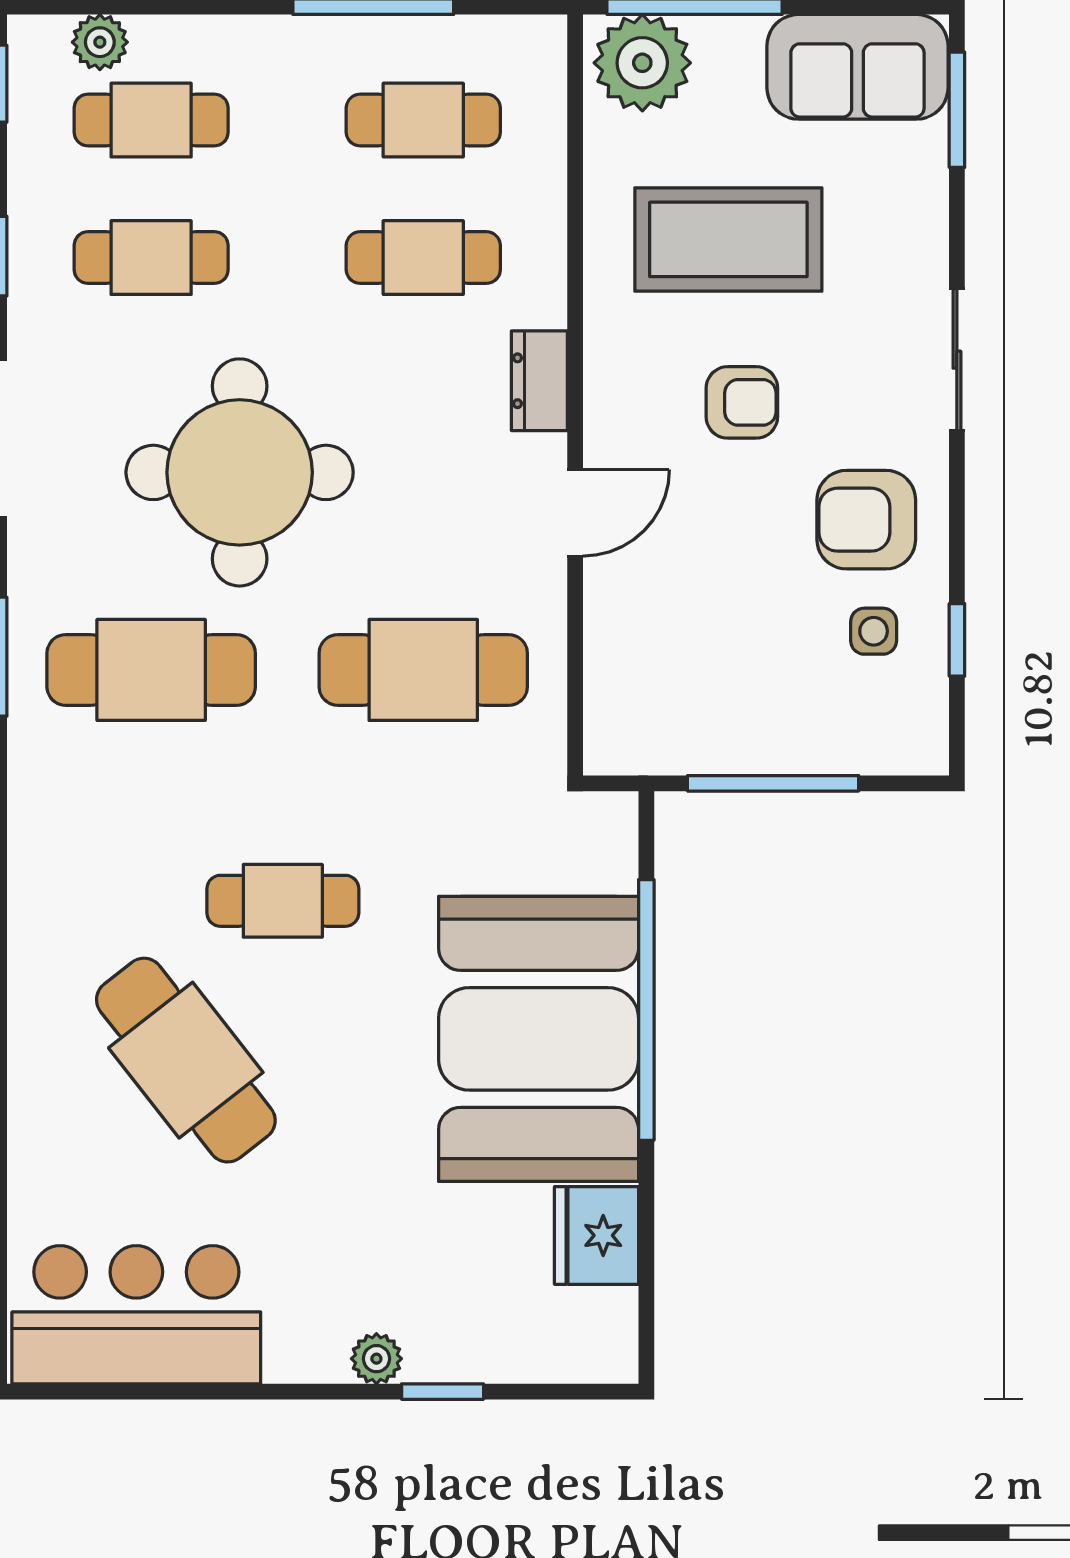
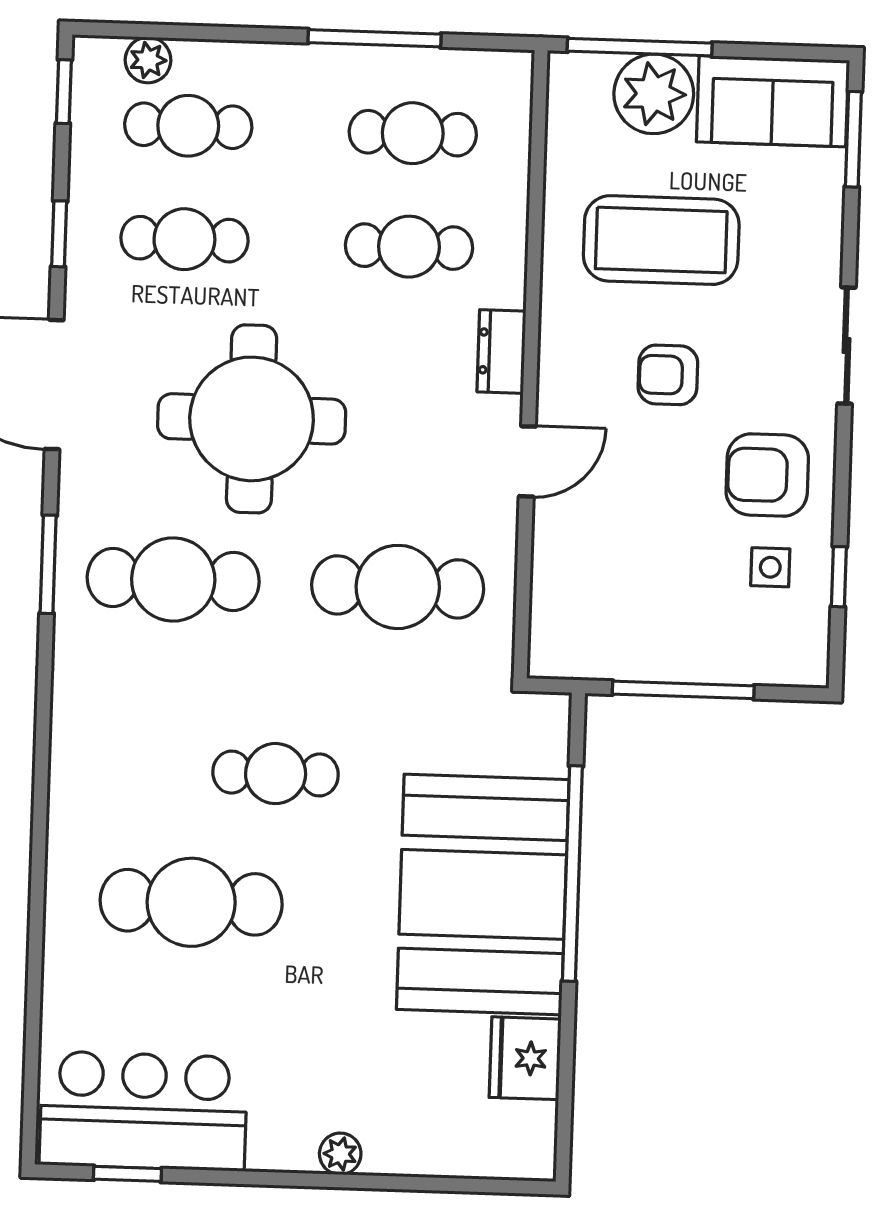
plant: (642, 63) -> (654, 94), moved
armchair: (742, 402) -> (668, 375), turned 180
cafe table: (186, 1060) -> (191, 902), turned -52
window: (443, 1392) -> (127, 1174), moved

